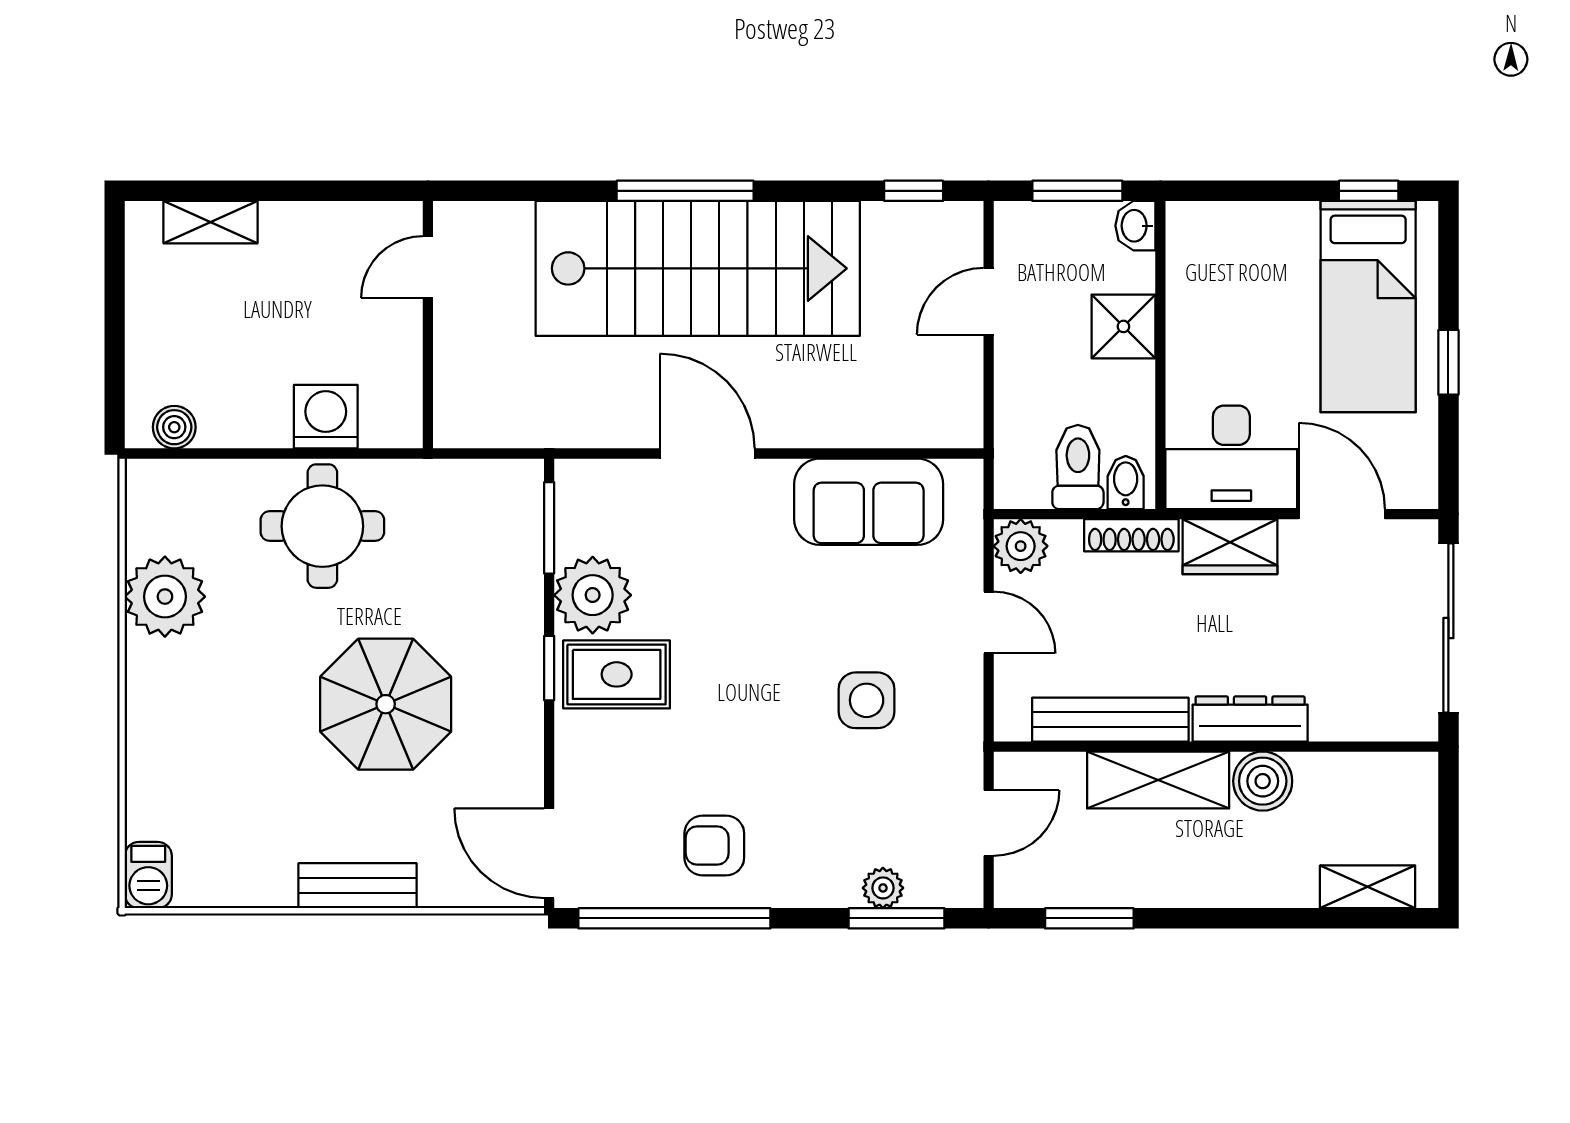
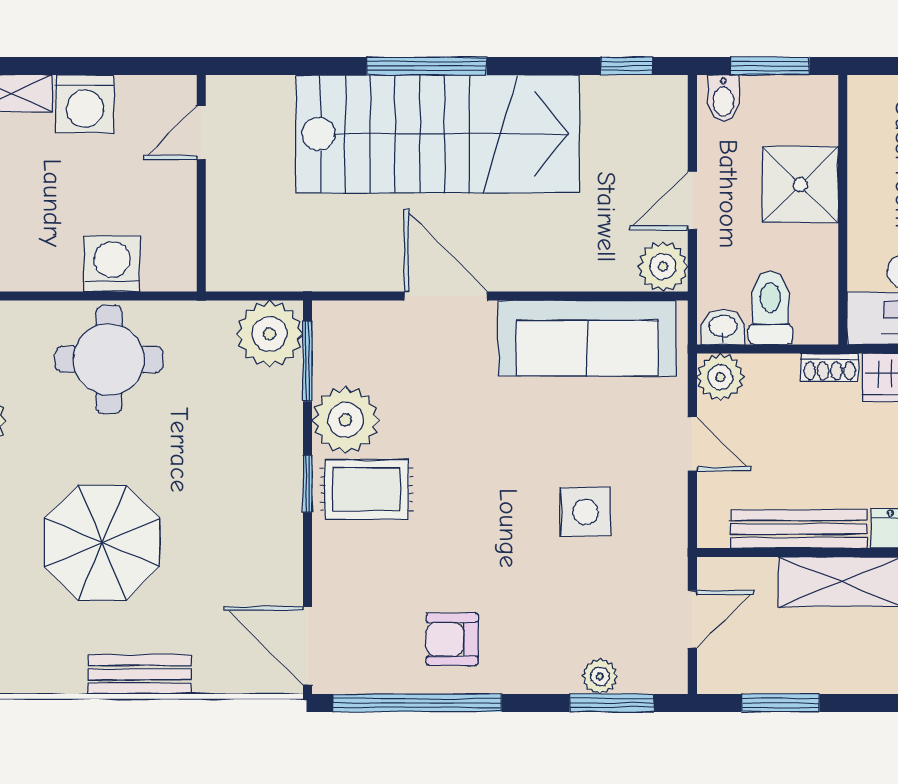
washbasin: (1135, 226) -> (723, 327), moved, turned 90
washing machine: (295, 234) -> (85, 104), added
door: (989, 301) -> (692, 200), moved
shower: (1123, 326) -> (800, 185), width x1.36, depth x1.36
plant: (955, 420) -> (663, 267), added
bidet: (1126, 483) -> (723, 98), moved, turned 180
plant: (506, 497) -> (270, 334), added
sofa: (869, 502) -> (587, 338), width x1.36
shoe rack: (1131, 535) -> (830, 368), width x0.70
parasol: (386, 704) -> (102, 543), moved

